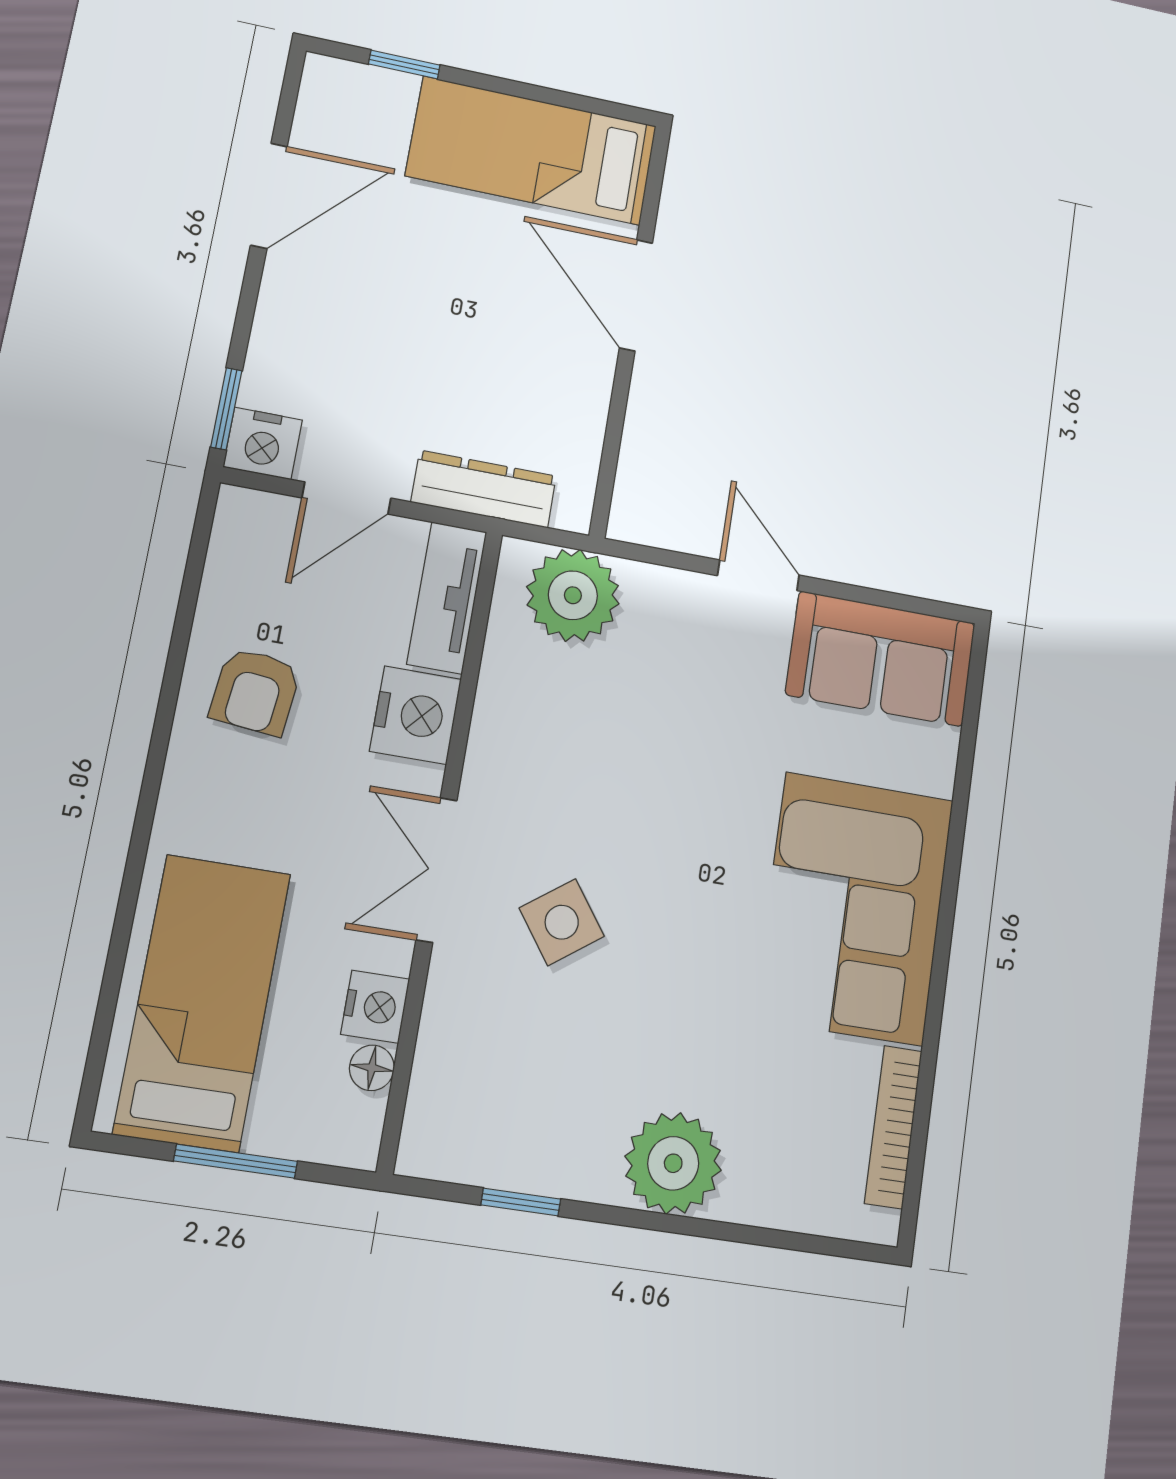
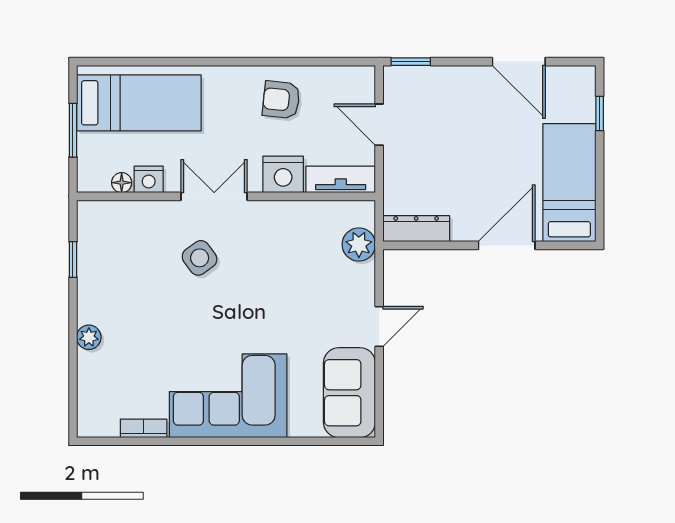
nightstand: (263, 443) -> (398, 81), removed
dresser: (484, 489) -> (416, 229), moved, turned -90
plant: (573, 595) -> (359, 244), width x0.73, depth x0.73
bookcase: (893, 1127) -> (144, 428), width x0.64
plant: (673, 1163) -> (89, 337), width x0.53, depth x0.53

